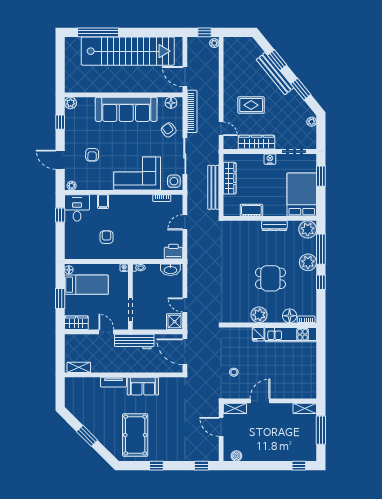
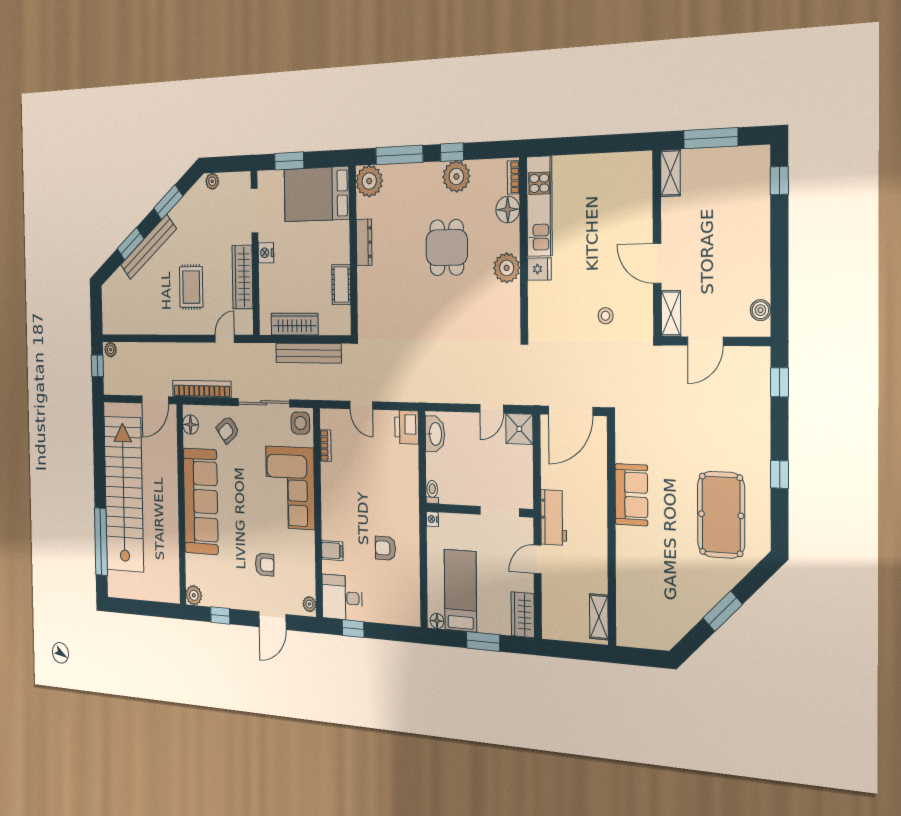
plant: (308, 262) -> (456, 176), moved
workbench: (134, 341) -> (554, 518), width x0.73
tv unit: (113, 382) -> (624, 552), removed
pool table: (135, 435) -> (721, 515), turned 90

